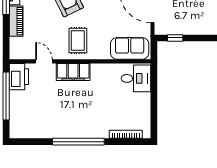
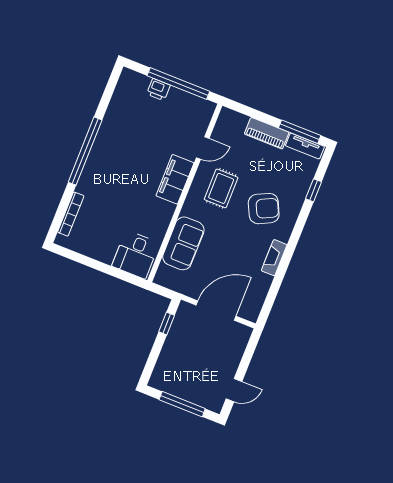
rug: (78, 40) -> (221, 188), moved, turned 90
sofa: (130, 48) -> (183, 243), moved
printer: (19, 77) -> (158, 90), moved, width x0.53, depth x0.68

